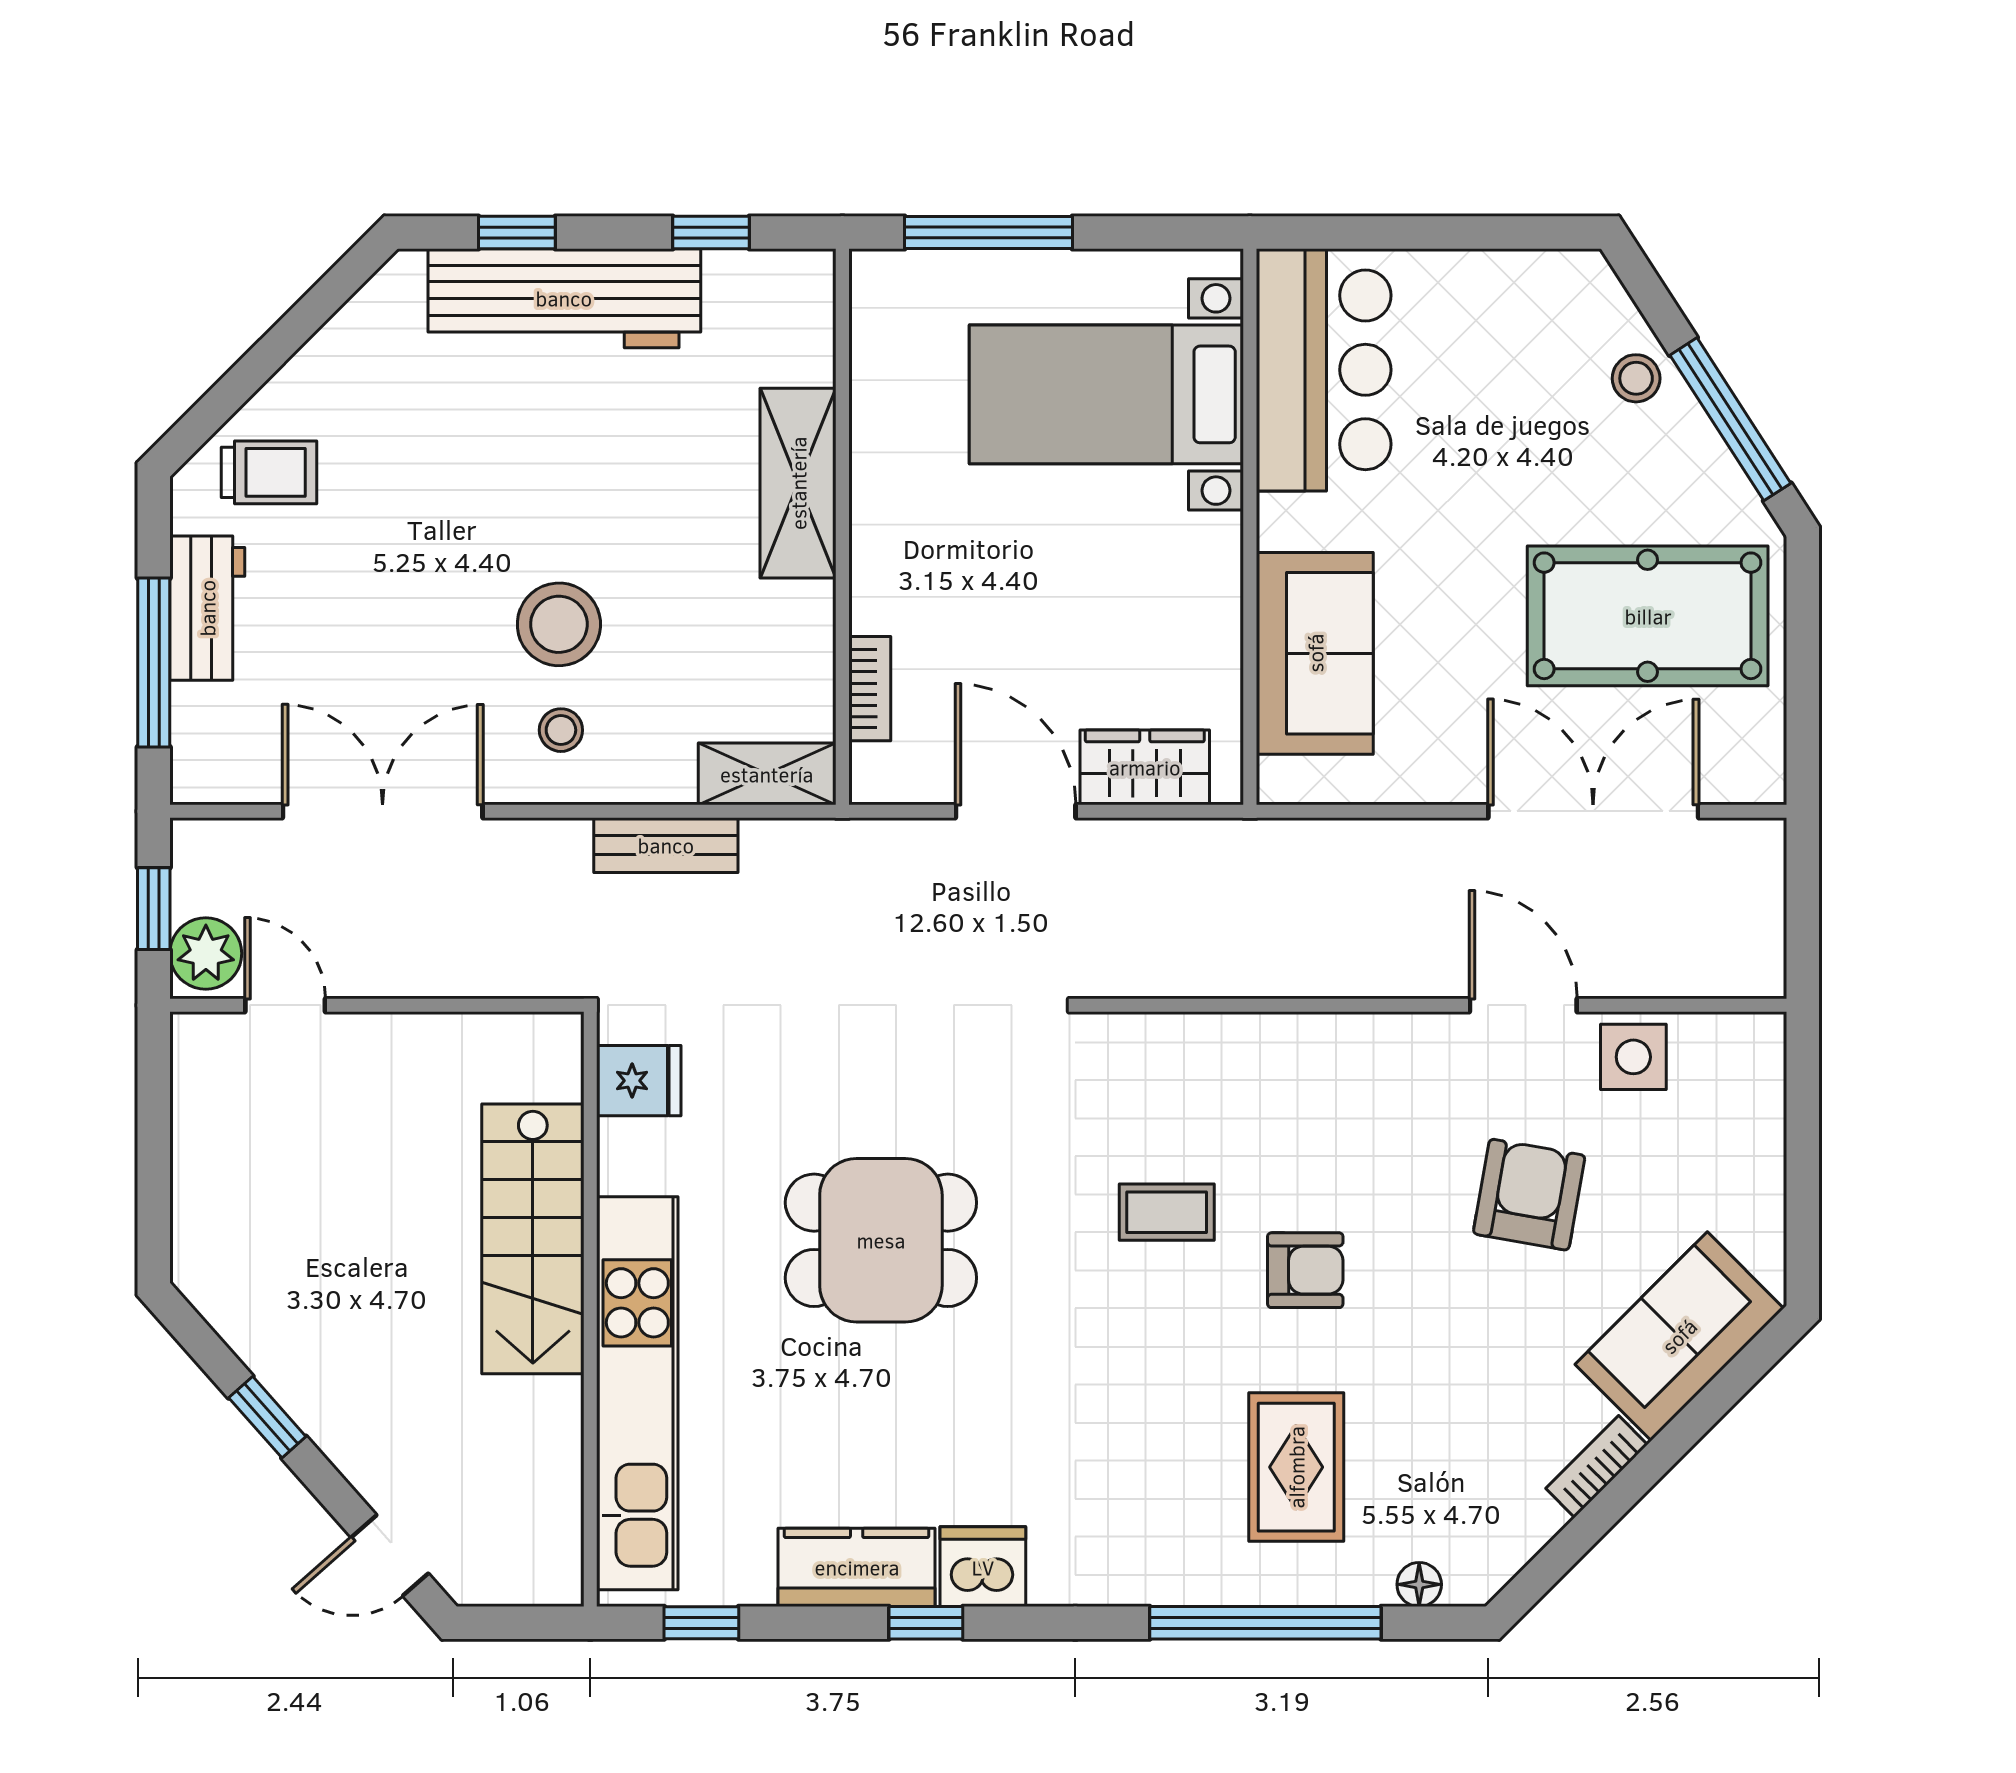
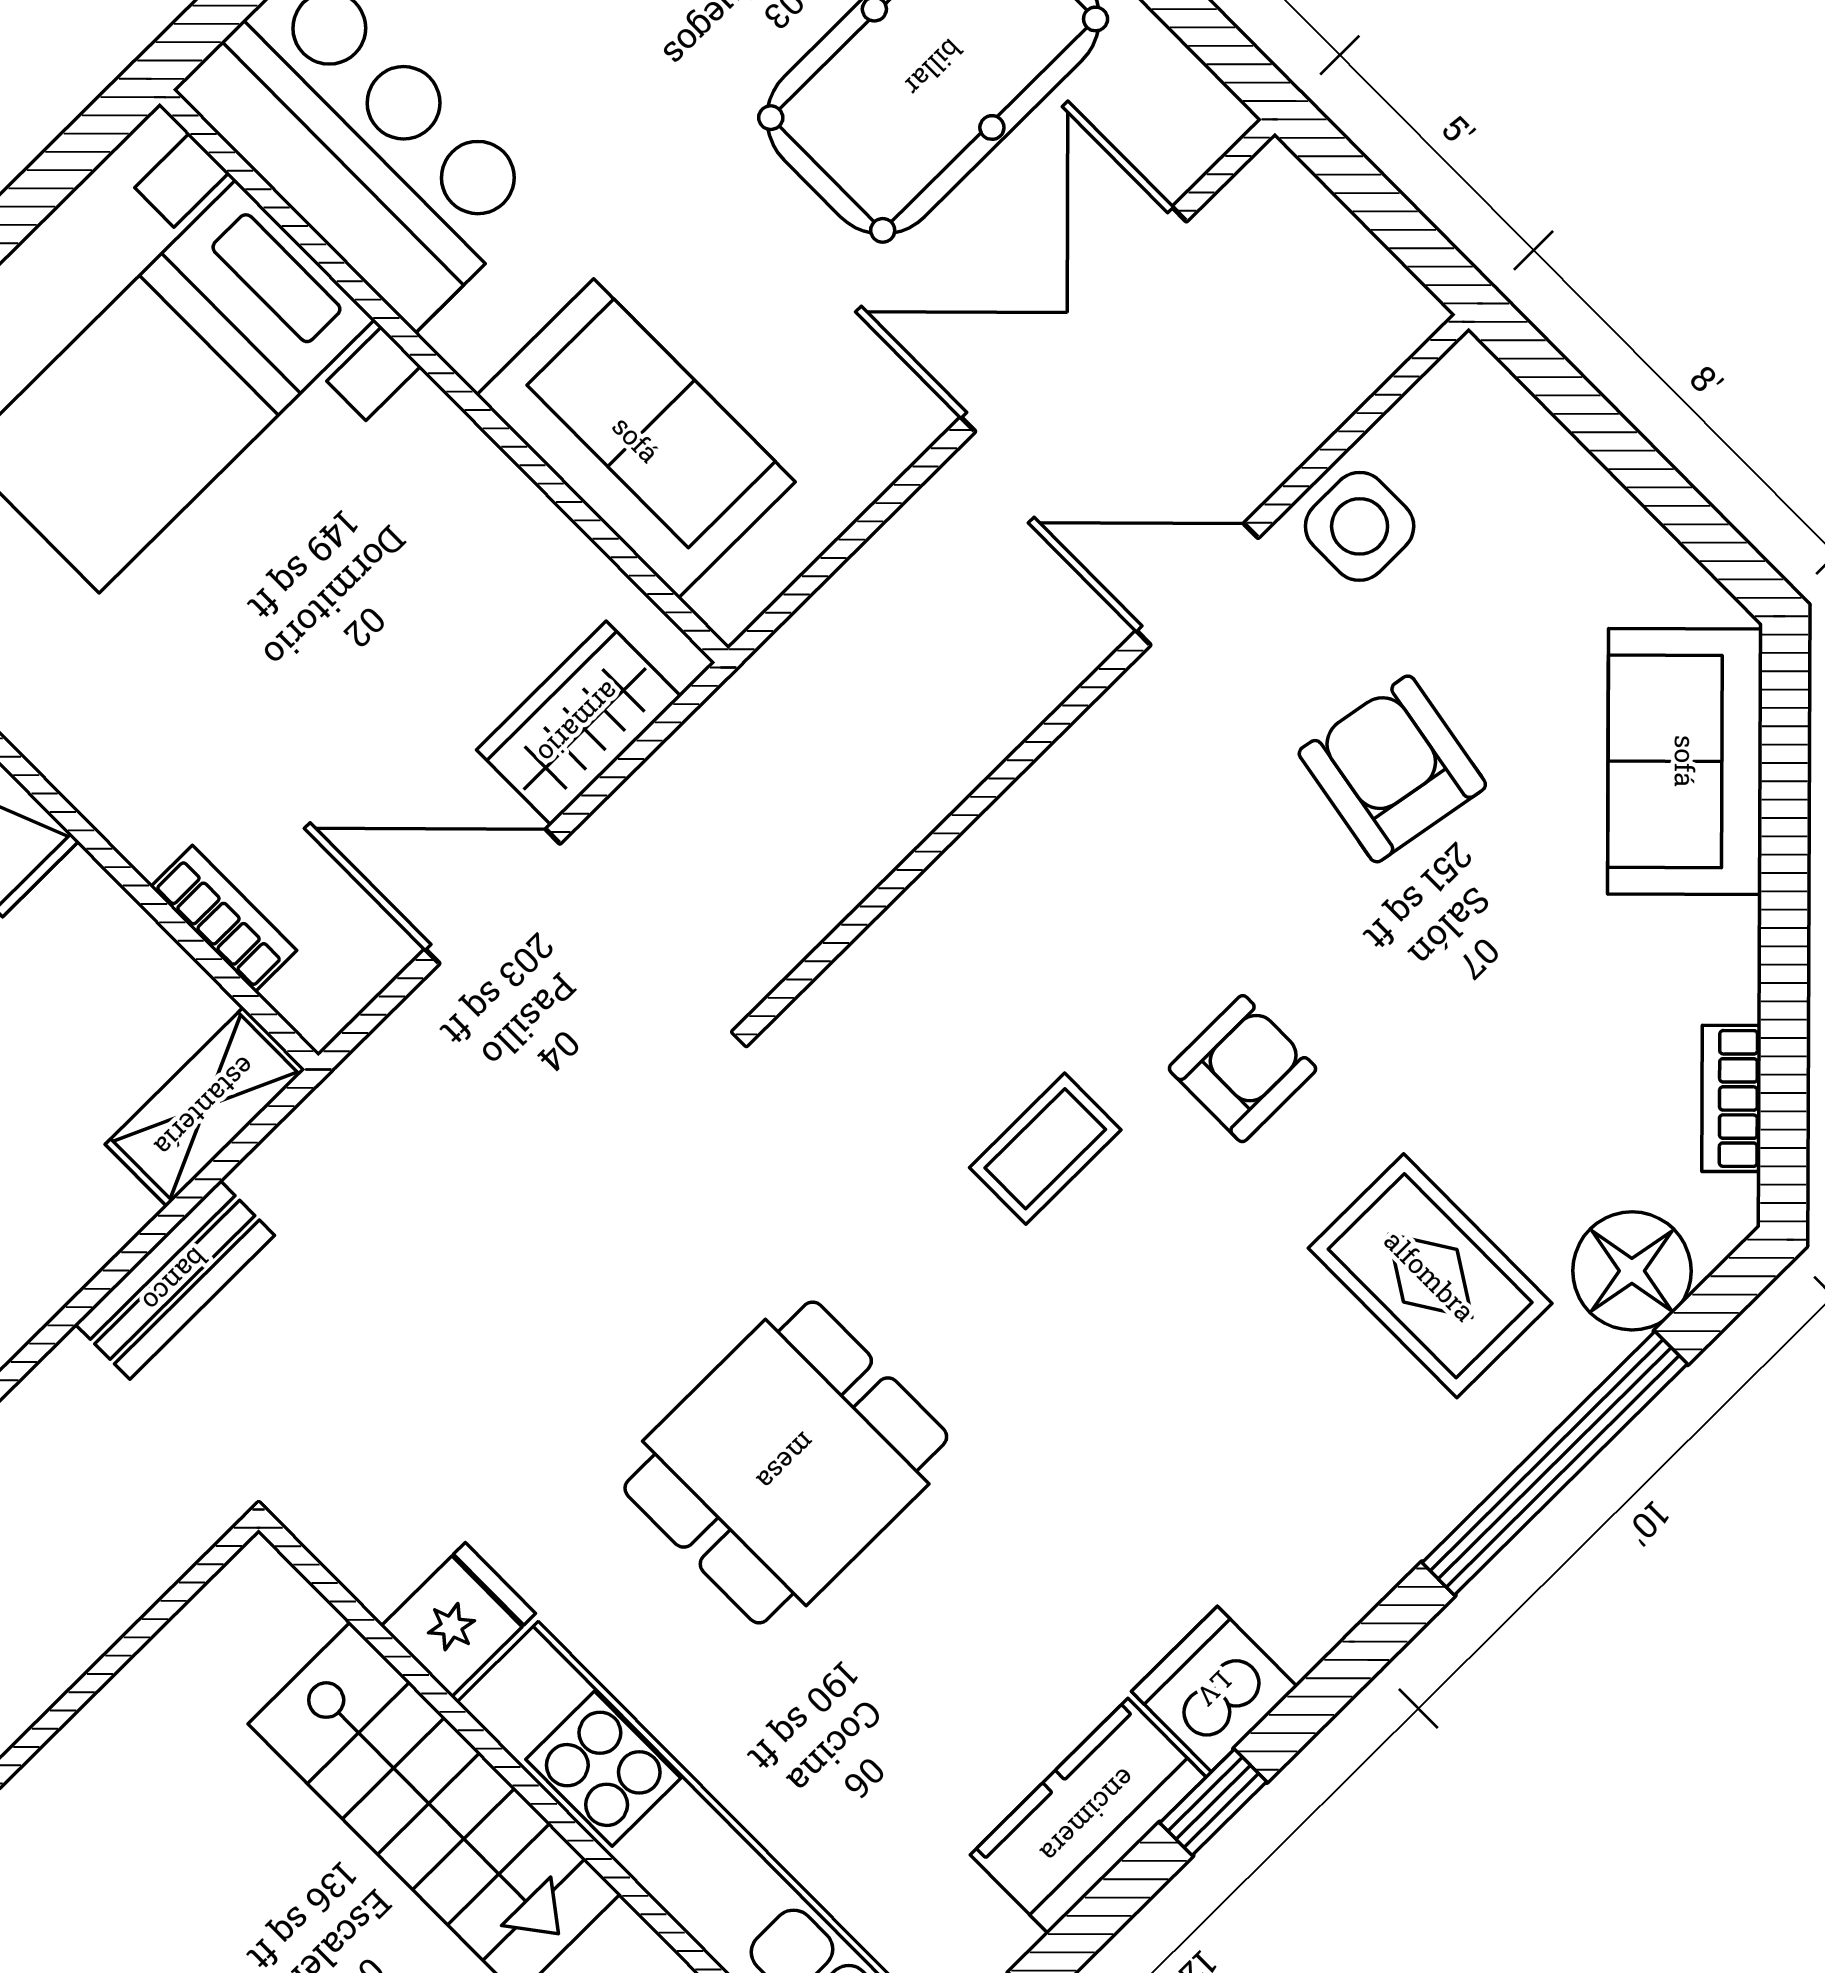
fridge: (639, 1081) -> (458, 1620), moved
bookcase: (1597, 1466) -> (1731, 1098), moved
floor lamp: (1419, 1584) -> (1632, 1271), width x1.89, depth x1.89

